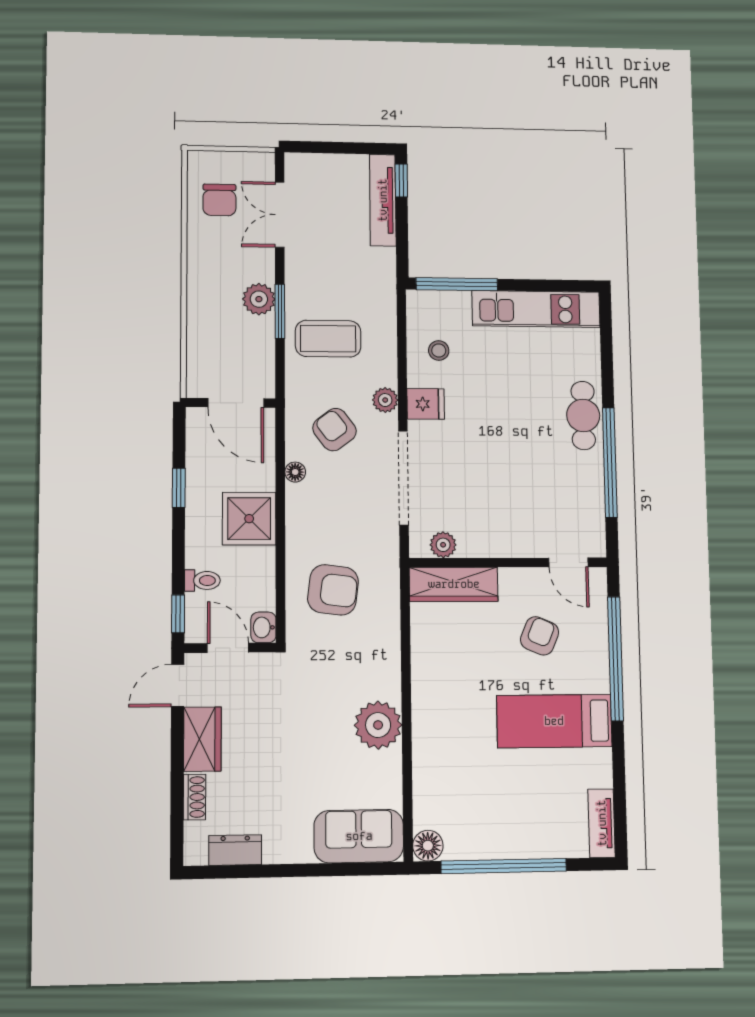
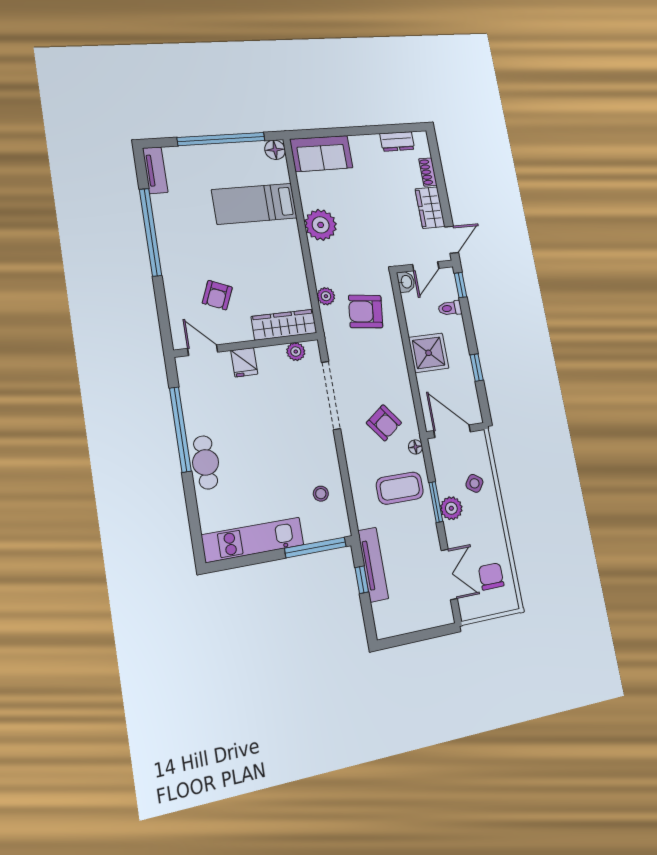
window: (401, 180) -> (362, 580), moved
tv unit: (383, 200) -> (373, 565), moved
side table: (217, 326) -> (474, 483), added
plant: (385, 400) -> (326, 296), moved
fridge: (426, 404) -> (244, 362), moved, turned -90
floor lamp: (295, 472) -> (415, 447), moved
door: (228, 648) -> (426, 266), hinge flipped
window: (616, 659) -> (151, 232), moved
bed: (554, 721) -> (255, 204), moved, turned 180

